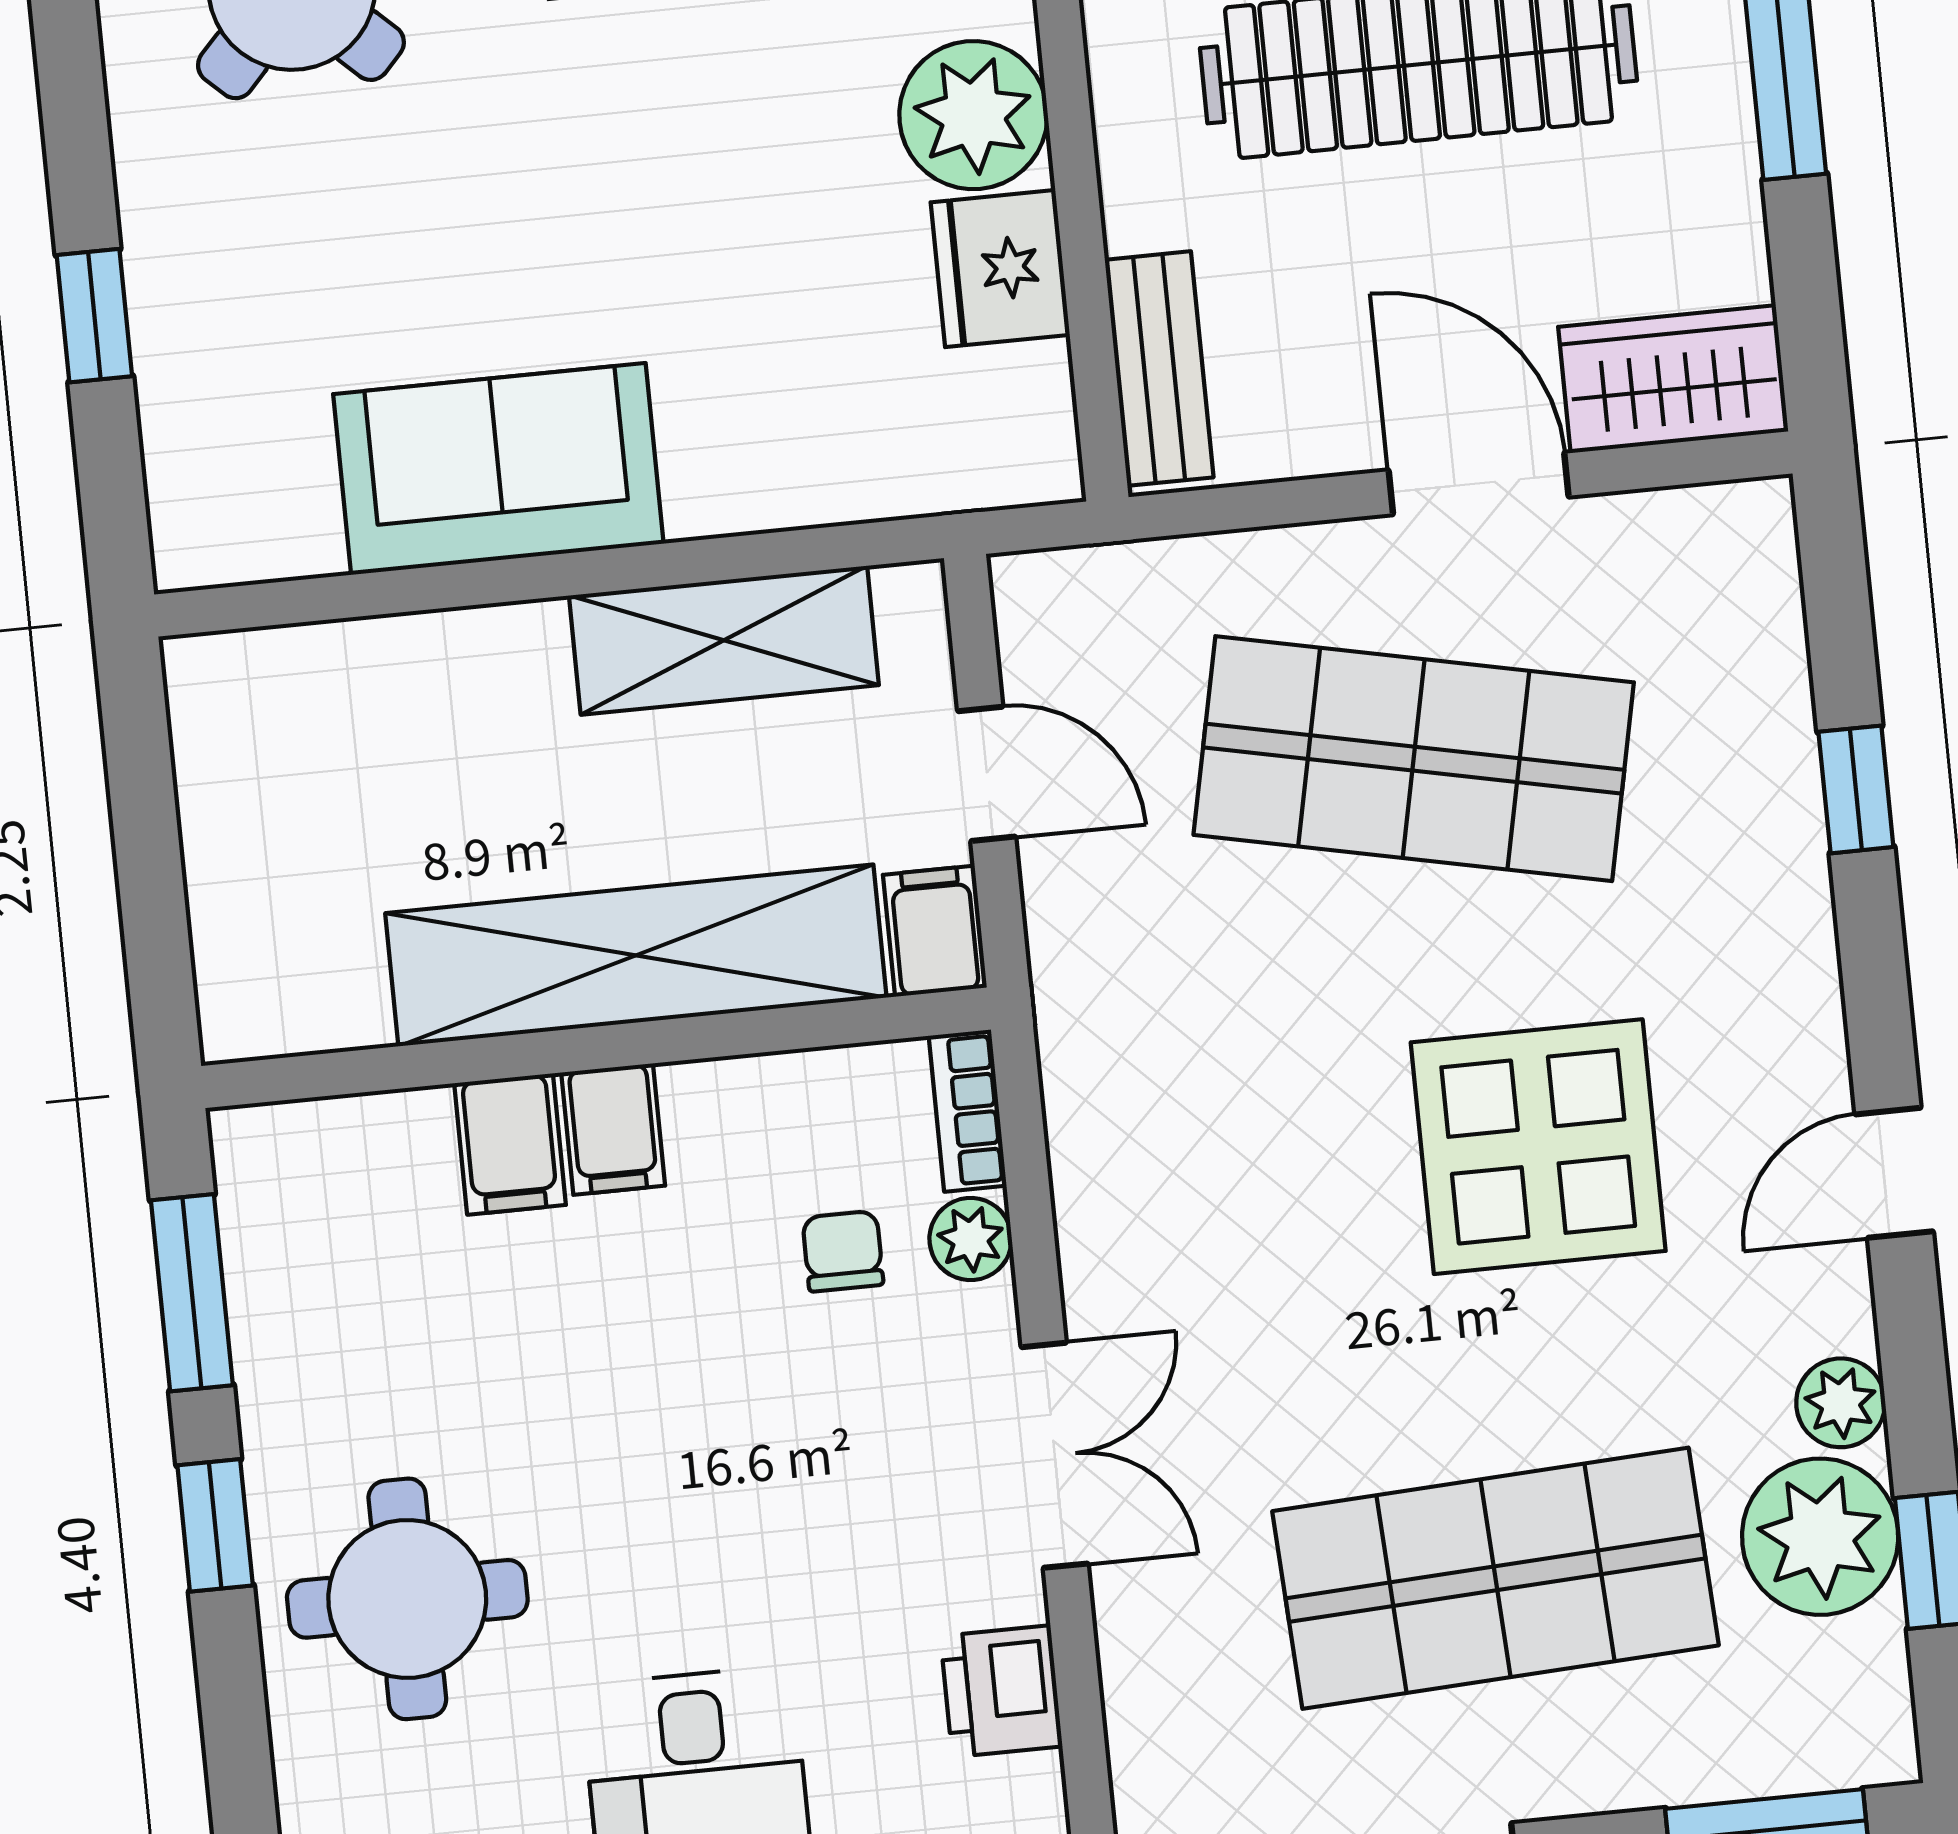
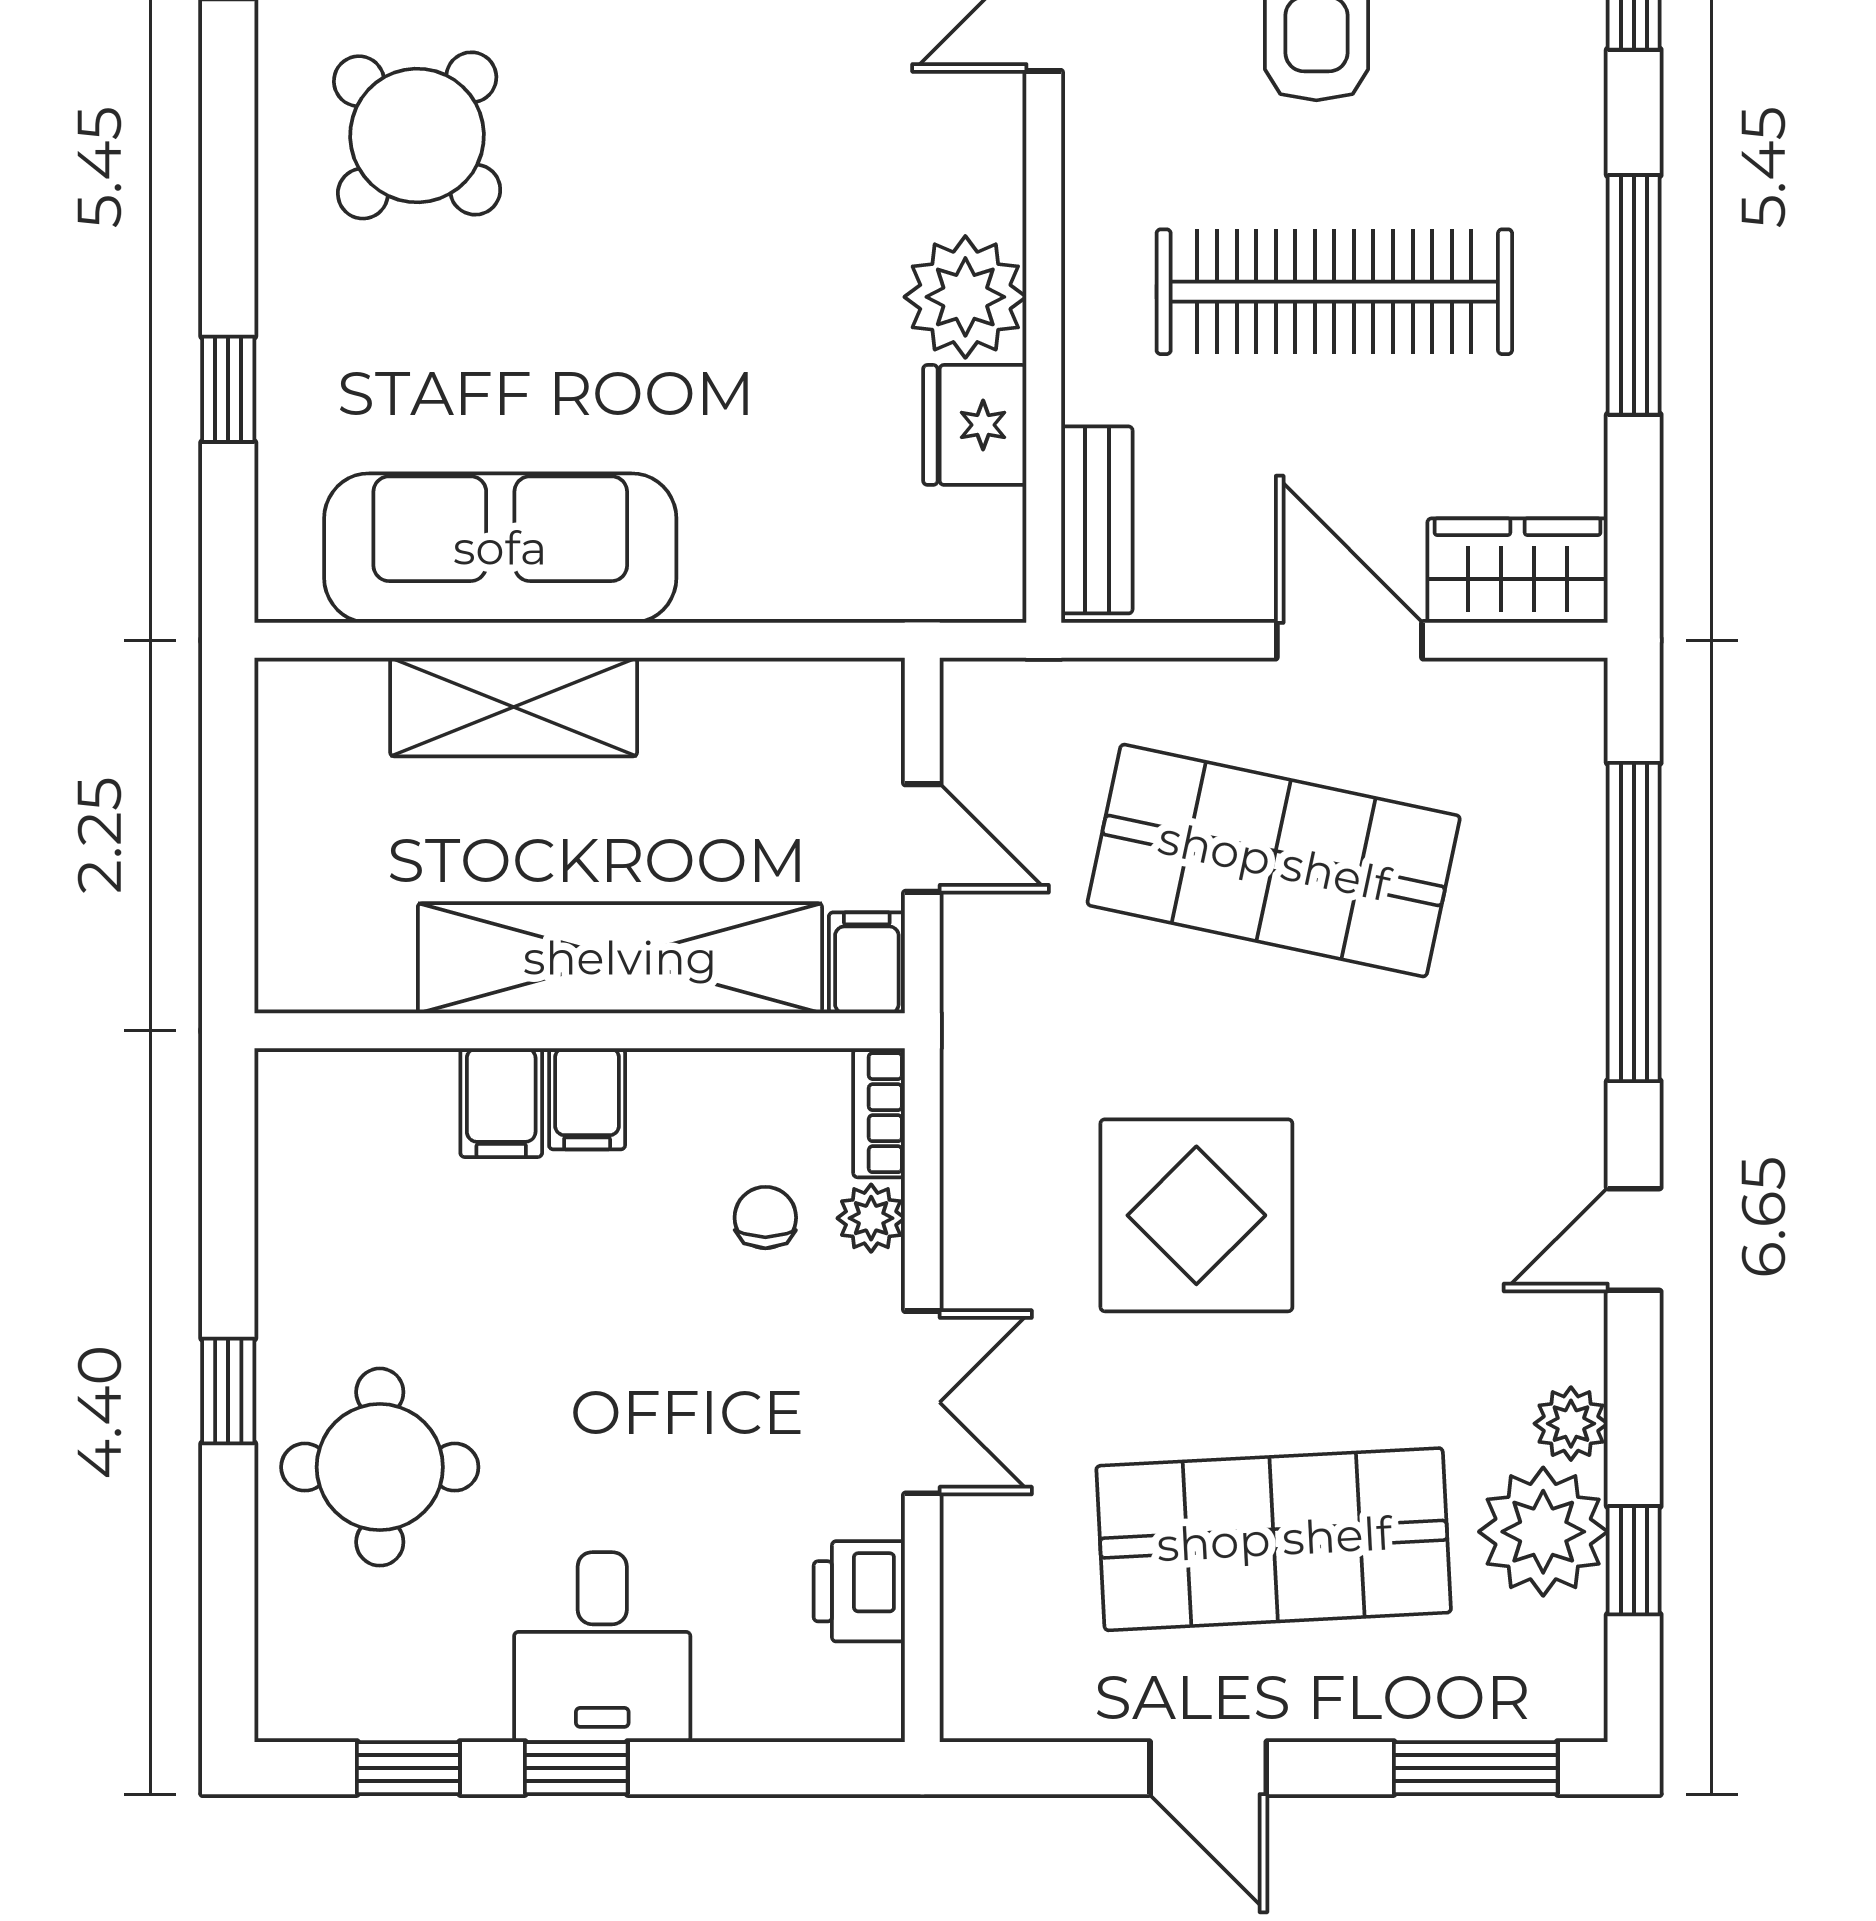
sofa: (498, 469) -> (500, 548), width x1.36
shelving: (724, 640) -> (514, 707), moved
window: (1856, 789) -> (1634, 922), width x3.17
display table: (1538, 1147) -> (1196, 1215), moved
window: (192, 1293) -> (228, 1198), removed

